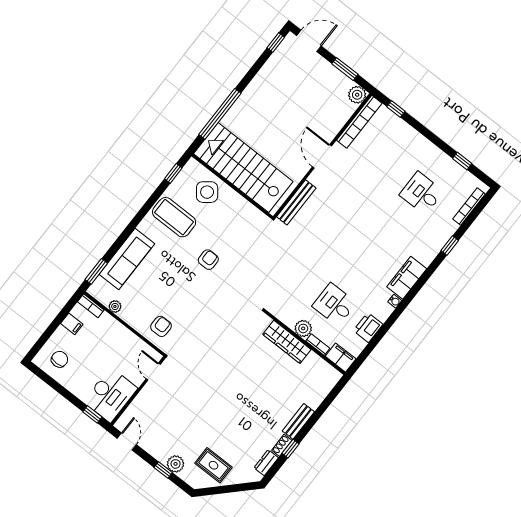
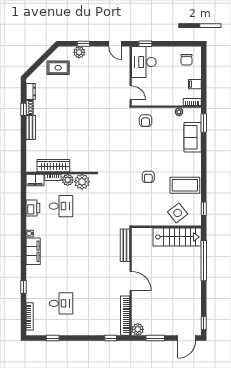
stairs: (243, 168) -> (177, 237), width x0.73, depth x0.66
sofa: (127, 259) -> (193, 137), width x0.73
plant: (288, 313) -> (82, 182), added
wardrobe: (287, 342) -> (53, 166), moved

